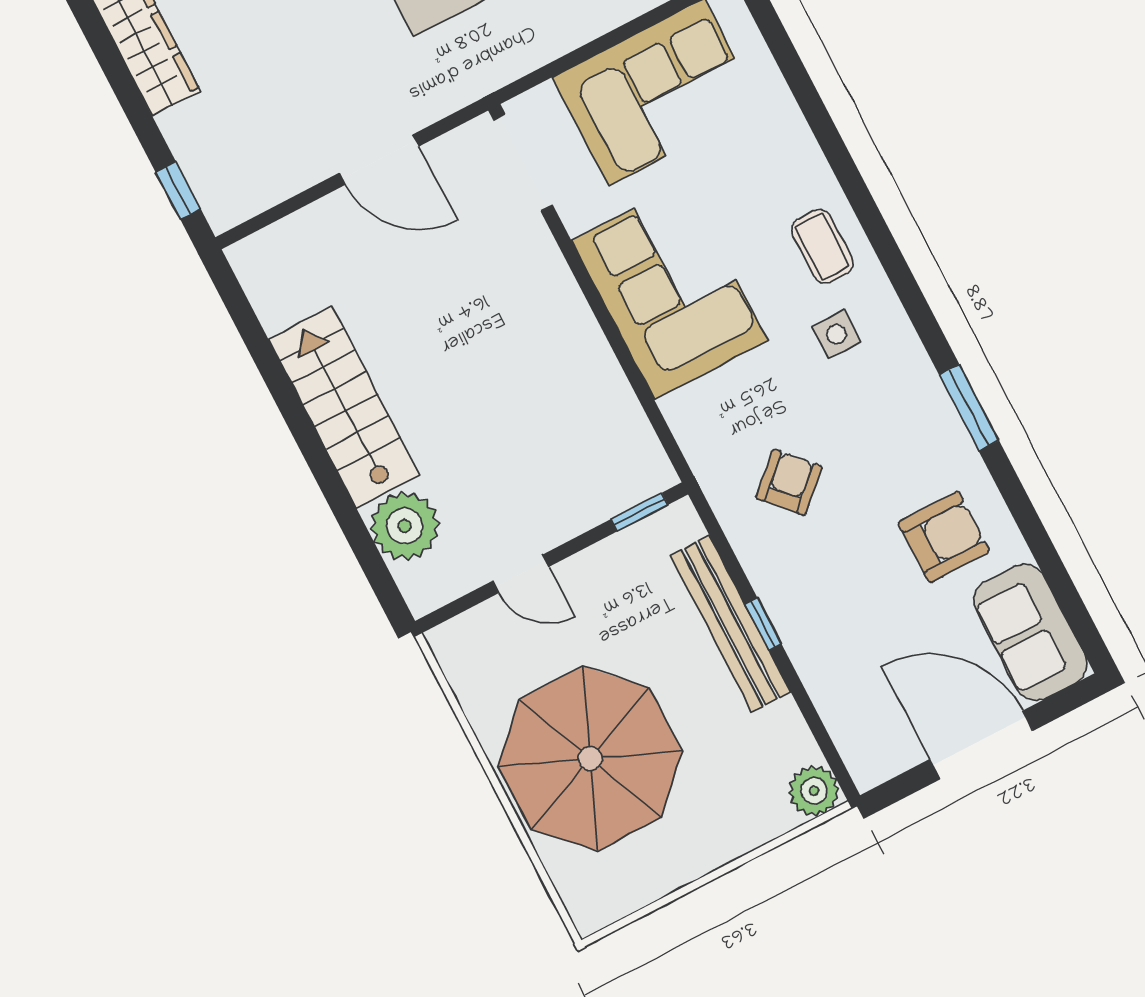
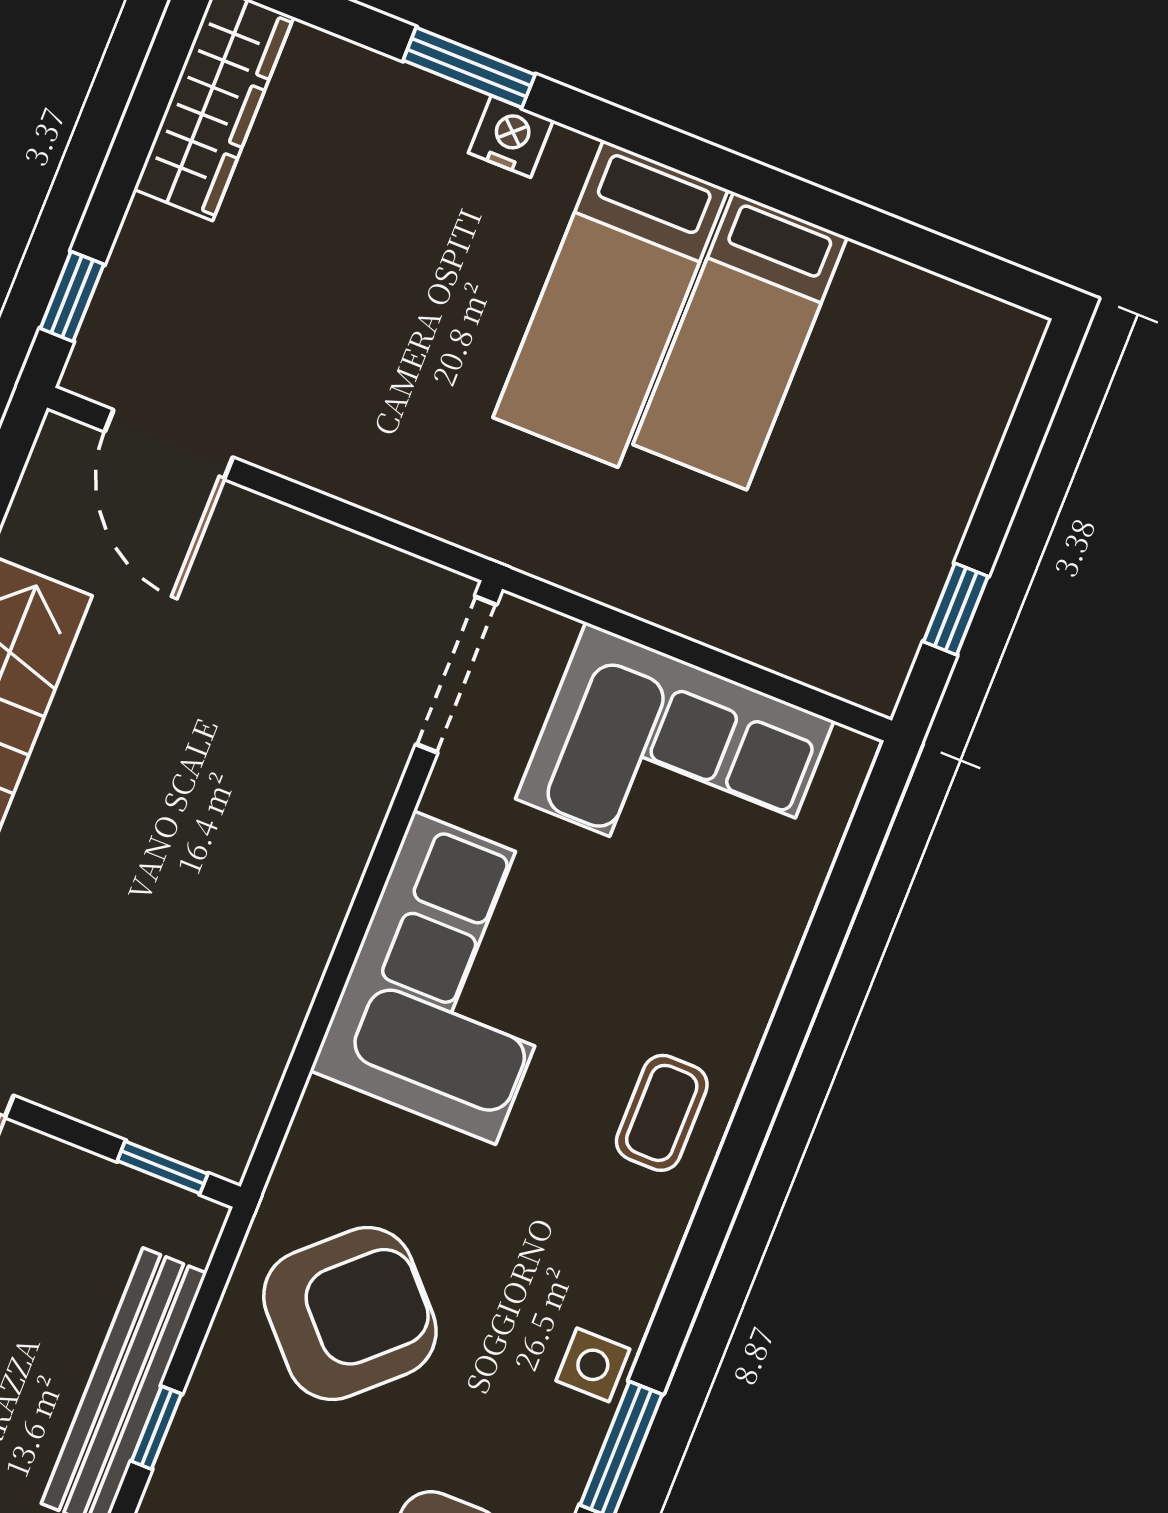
door: (379, 160) -> (169, 444), moved
side table: (836, 334) -> (593, 1365), moved
armchair: (789, 482) -> (350, 1313), width x1.88, depth x1.88

